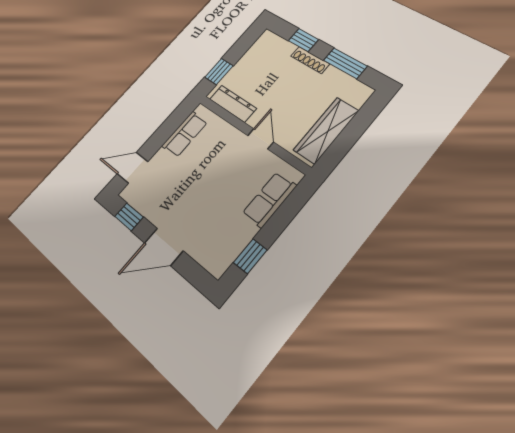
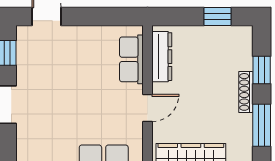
window: (219, 71) -> (217, 16), moved
row of seats: (185, 134) -> (131, 59), moved, turned 90

